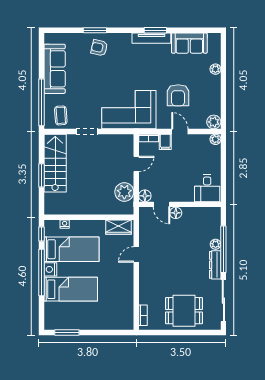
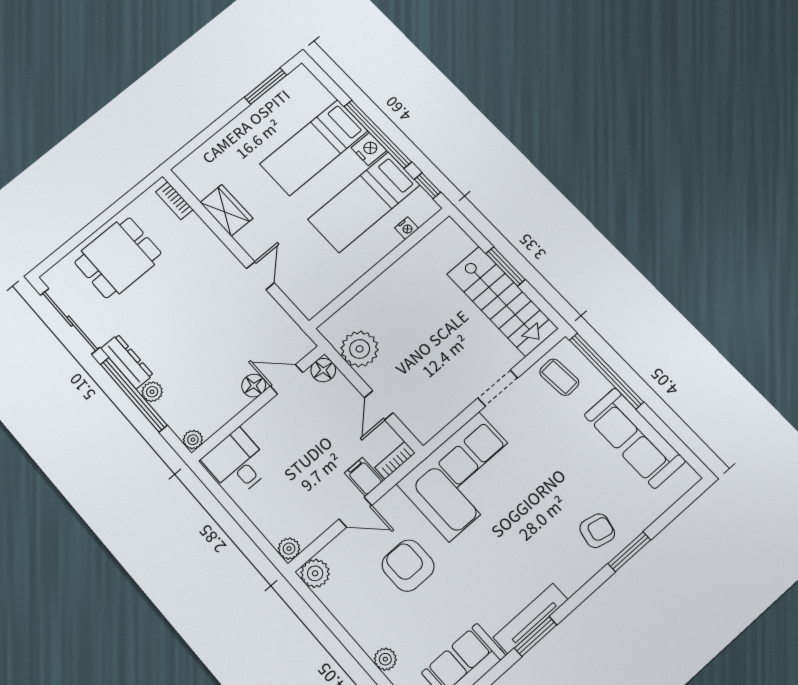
plant: (216, 212) -> (193, 440), added
wardrobe: (119, 227) -> (226, 210), moved, turned 90

